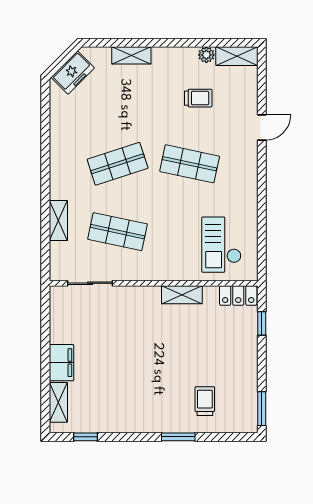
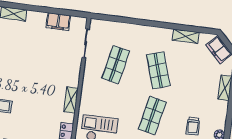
shelving: (58, 221) -> (186, 36), moved
filing cabinet: (61, 363) -> (58, 22), moved

